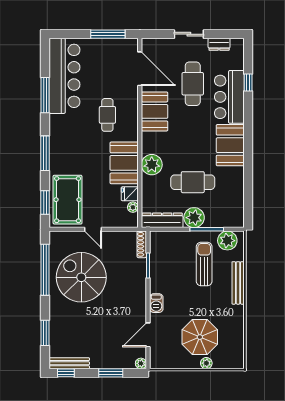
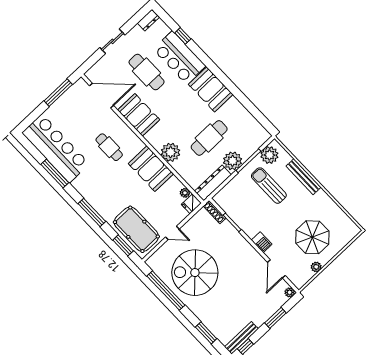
dresser: (219, 44) -> (148, 20), moved
fridge: (130, 194) -> (191, 204), moved
plant: (206, 363) -> (316, 267), moved

